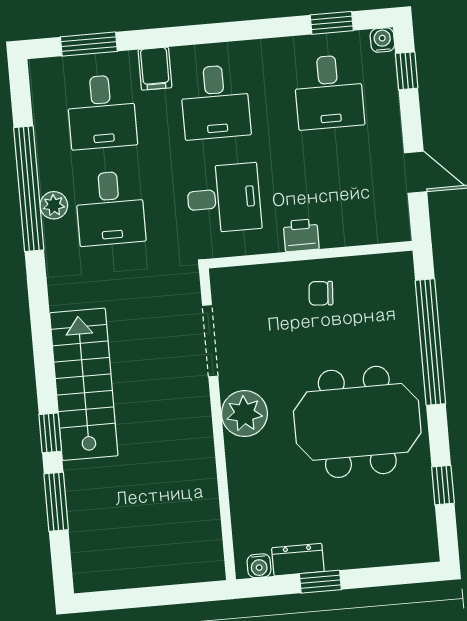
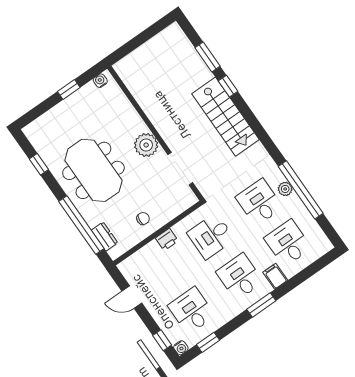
window: (89, 44) -> (261, 305), moved
meeting table: (357, 422) -> (93, 170), turned 90
dresser: (298, 560) -> (105, 236), moved, turned -90

